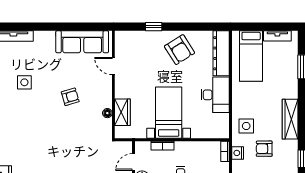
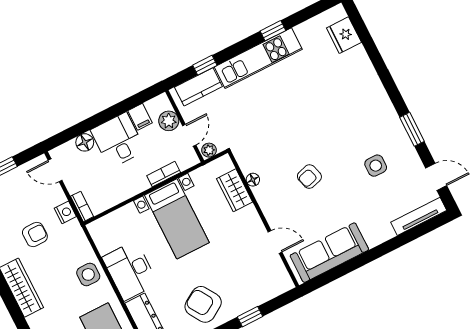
side table: (246, 126) -> (88, 274), moved
plant: (126, 146) -> (209, 150), added

